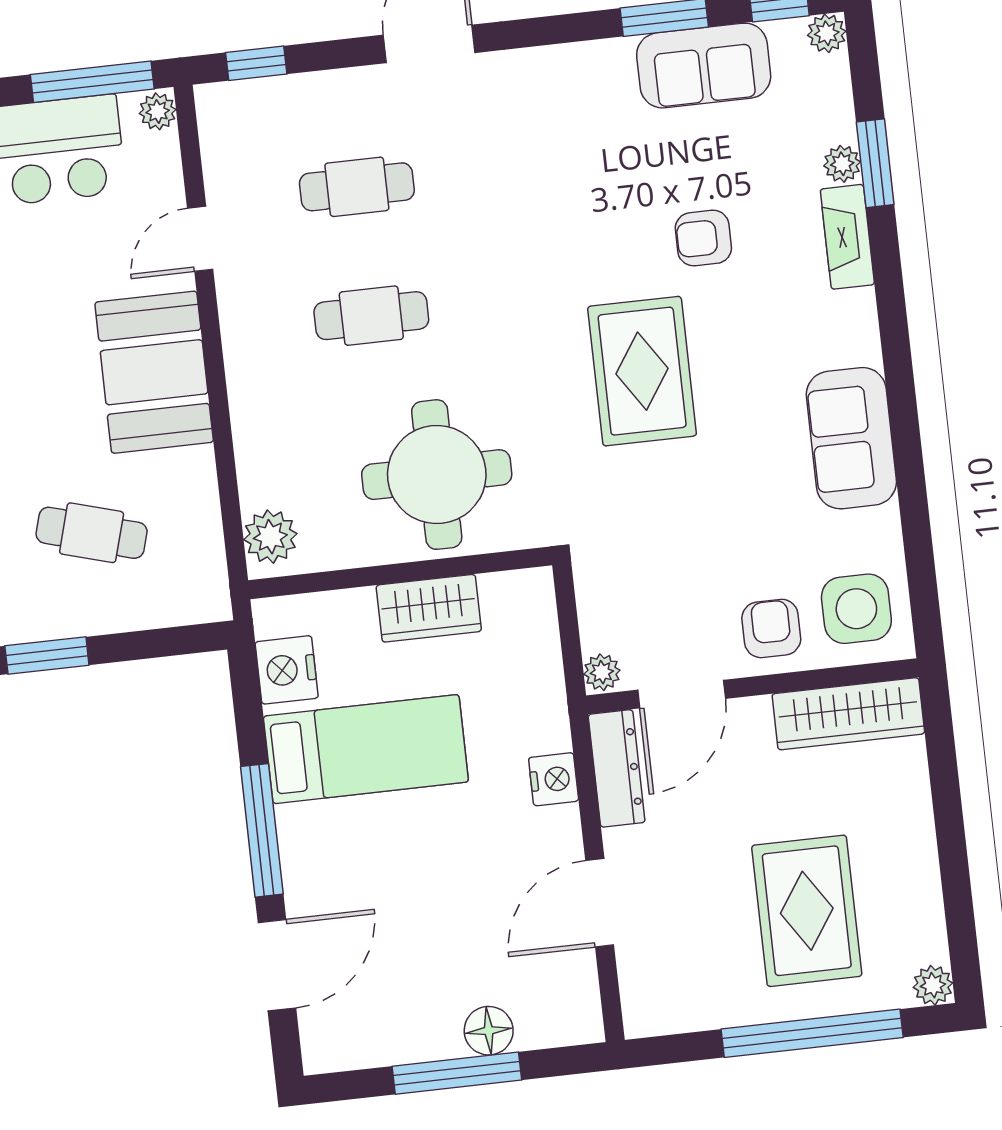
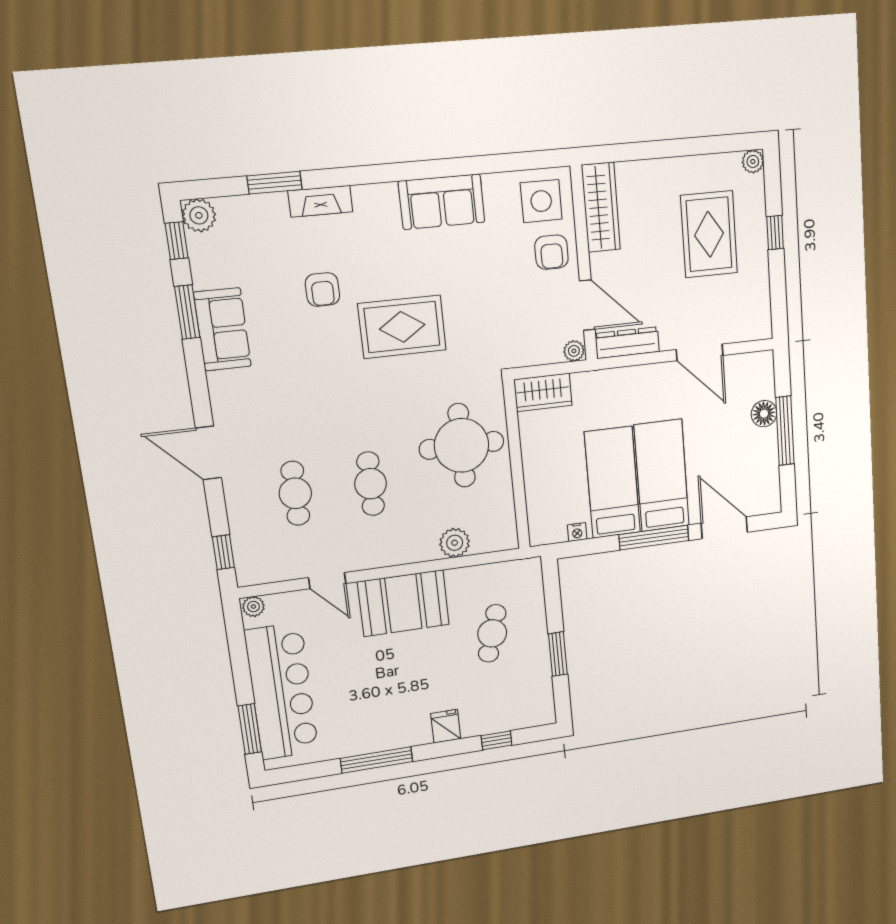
plant: (827, 33) -> (199, 215), width x1.38, depth x1.38
sofa: (704, 66) -> (222, 329), moved
window: (92, 82) -> (237, 643), removed
plant: (842, 164) -> (275, 203), removed
plant: (270, 537) -> (455, 543), moved
wardrobe: (429, 608) -> (543, 392), moved, turned 90
armchair: (771, 628) -> (552, 252), turned -90
nightstand: (287, 670) -> (577, 532), width x0.53, depth x0.56
nightstand: (554, 779) -> (632, 378), removed
bed: (377, 841) -> (662, 475), added
rug: (807, 911) -> (709, 234), turned 90
window: (812, 1033) -> (775, 233), width x0.32

